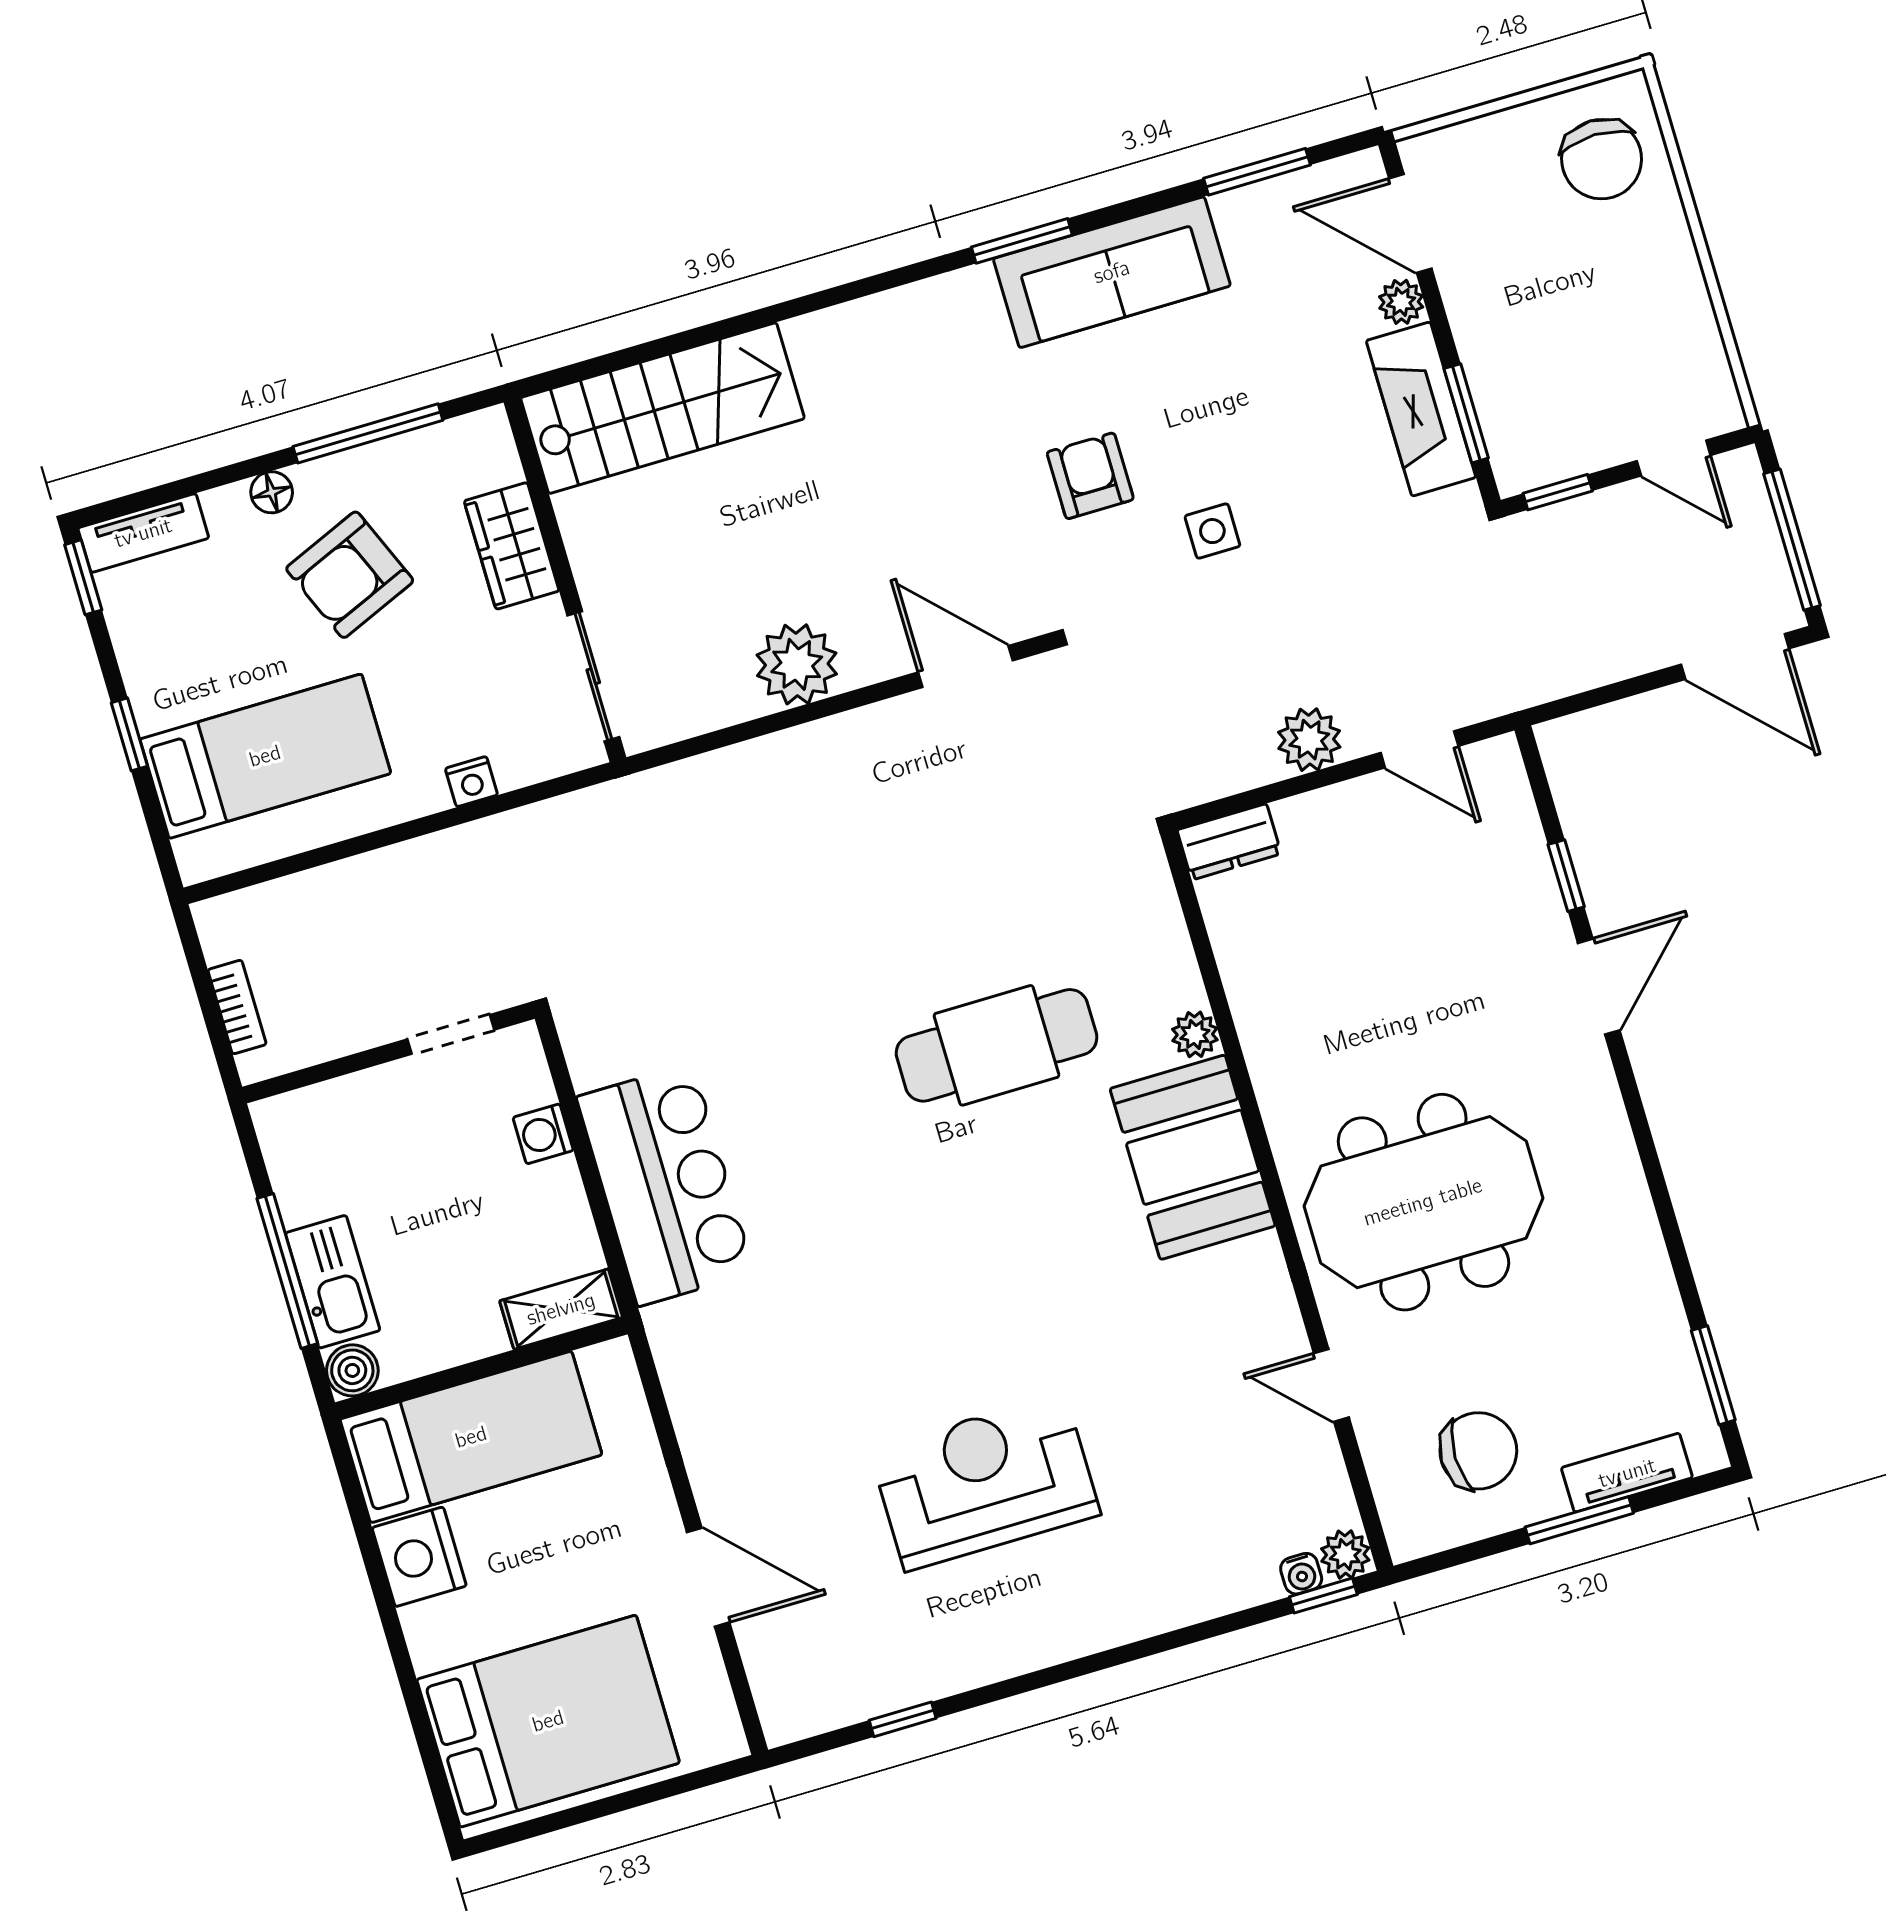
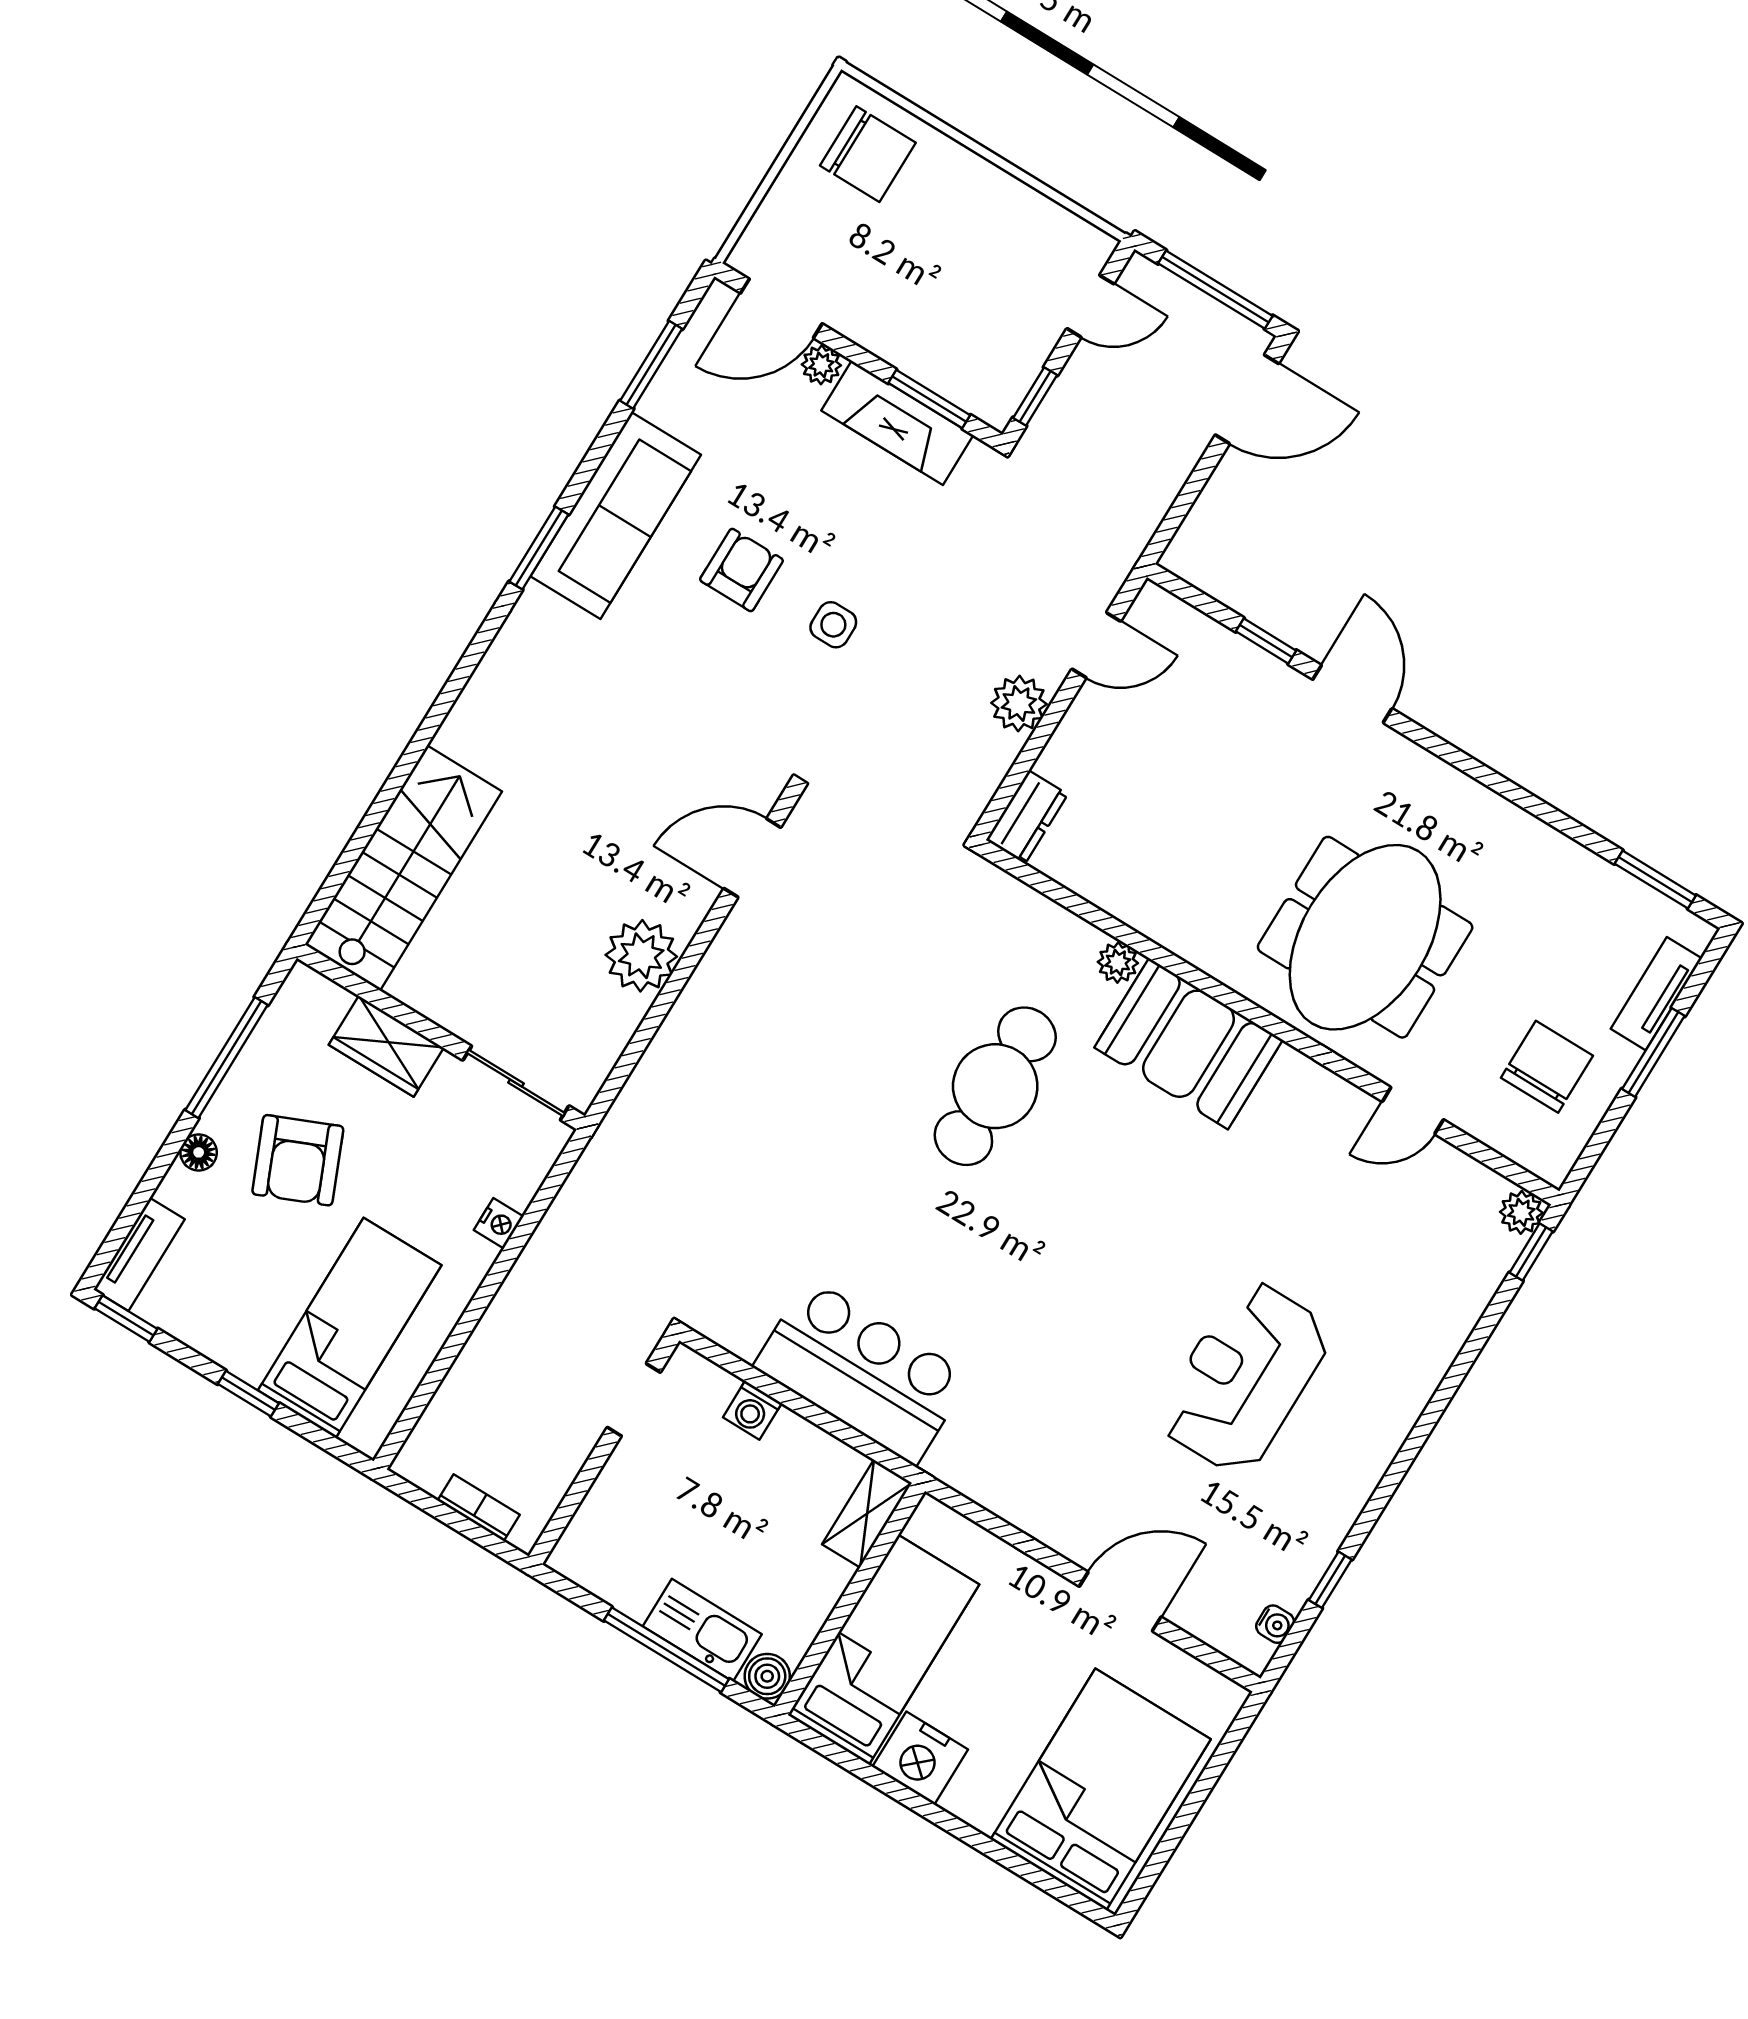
armchair: (1090, 476) -> (741, 570), moved, turned 90
water cooler: (1301, 1574) -> (1275, 1624), moved

